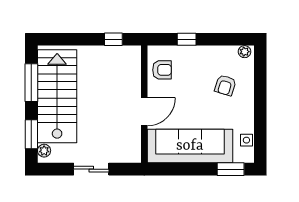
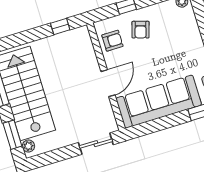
armchair: (225, 85) -> (141, 30), moved
sliding door: (91, 169) -> (96, 144), moved

